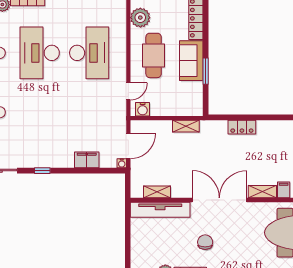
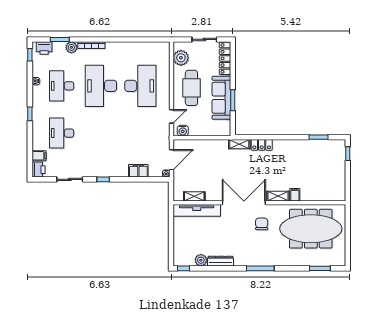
sofa: (191, 61) -> (221, 98), width x1.36
shelving: (186, 126) -> (239, 144), moved
chair: (205, 242) -> (262, 224), moved

